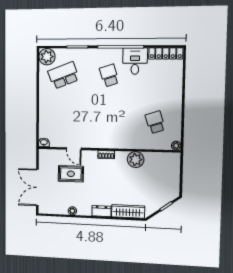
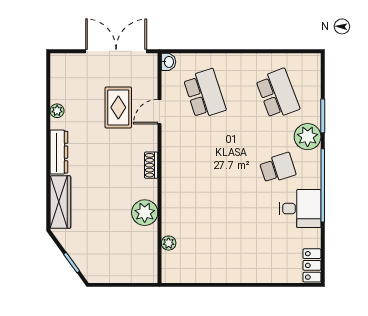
locker: (166, 53) -> (312, 265), width x0.66
plant: (47, 57) -> (308, 137), moved
school desk: (155, 122) -> (205, 94), moved, width x1.85
plant: (176, 146) -> (169, 243), moved
double door: (37, 188) -> (116, 51), moved
dresser: (101, 211) -> (59, 152), width x1.44

